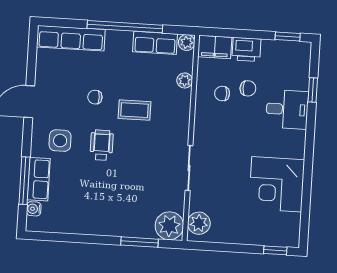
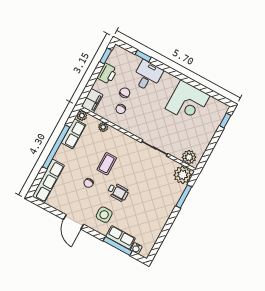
printer: (246, 49) -> (107, 74), moved
wheelchair: (102, 145) -> (118, 192), turned 180

